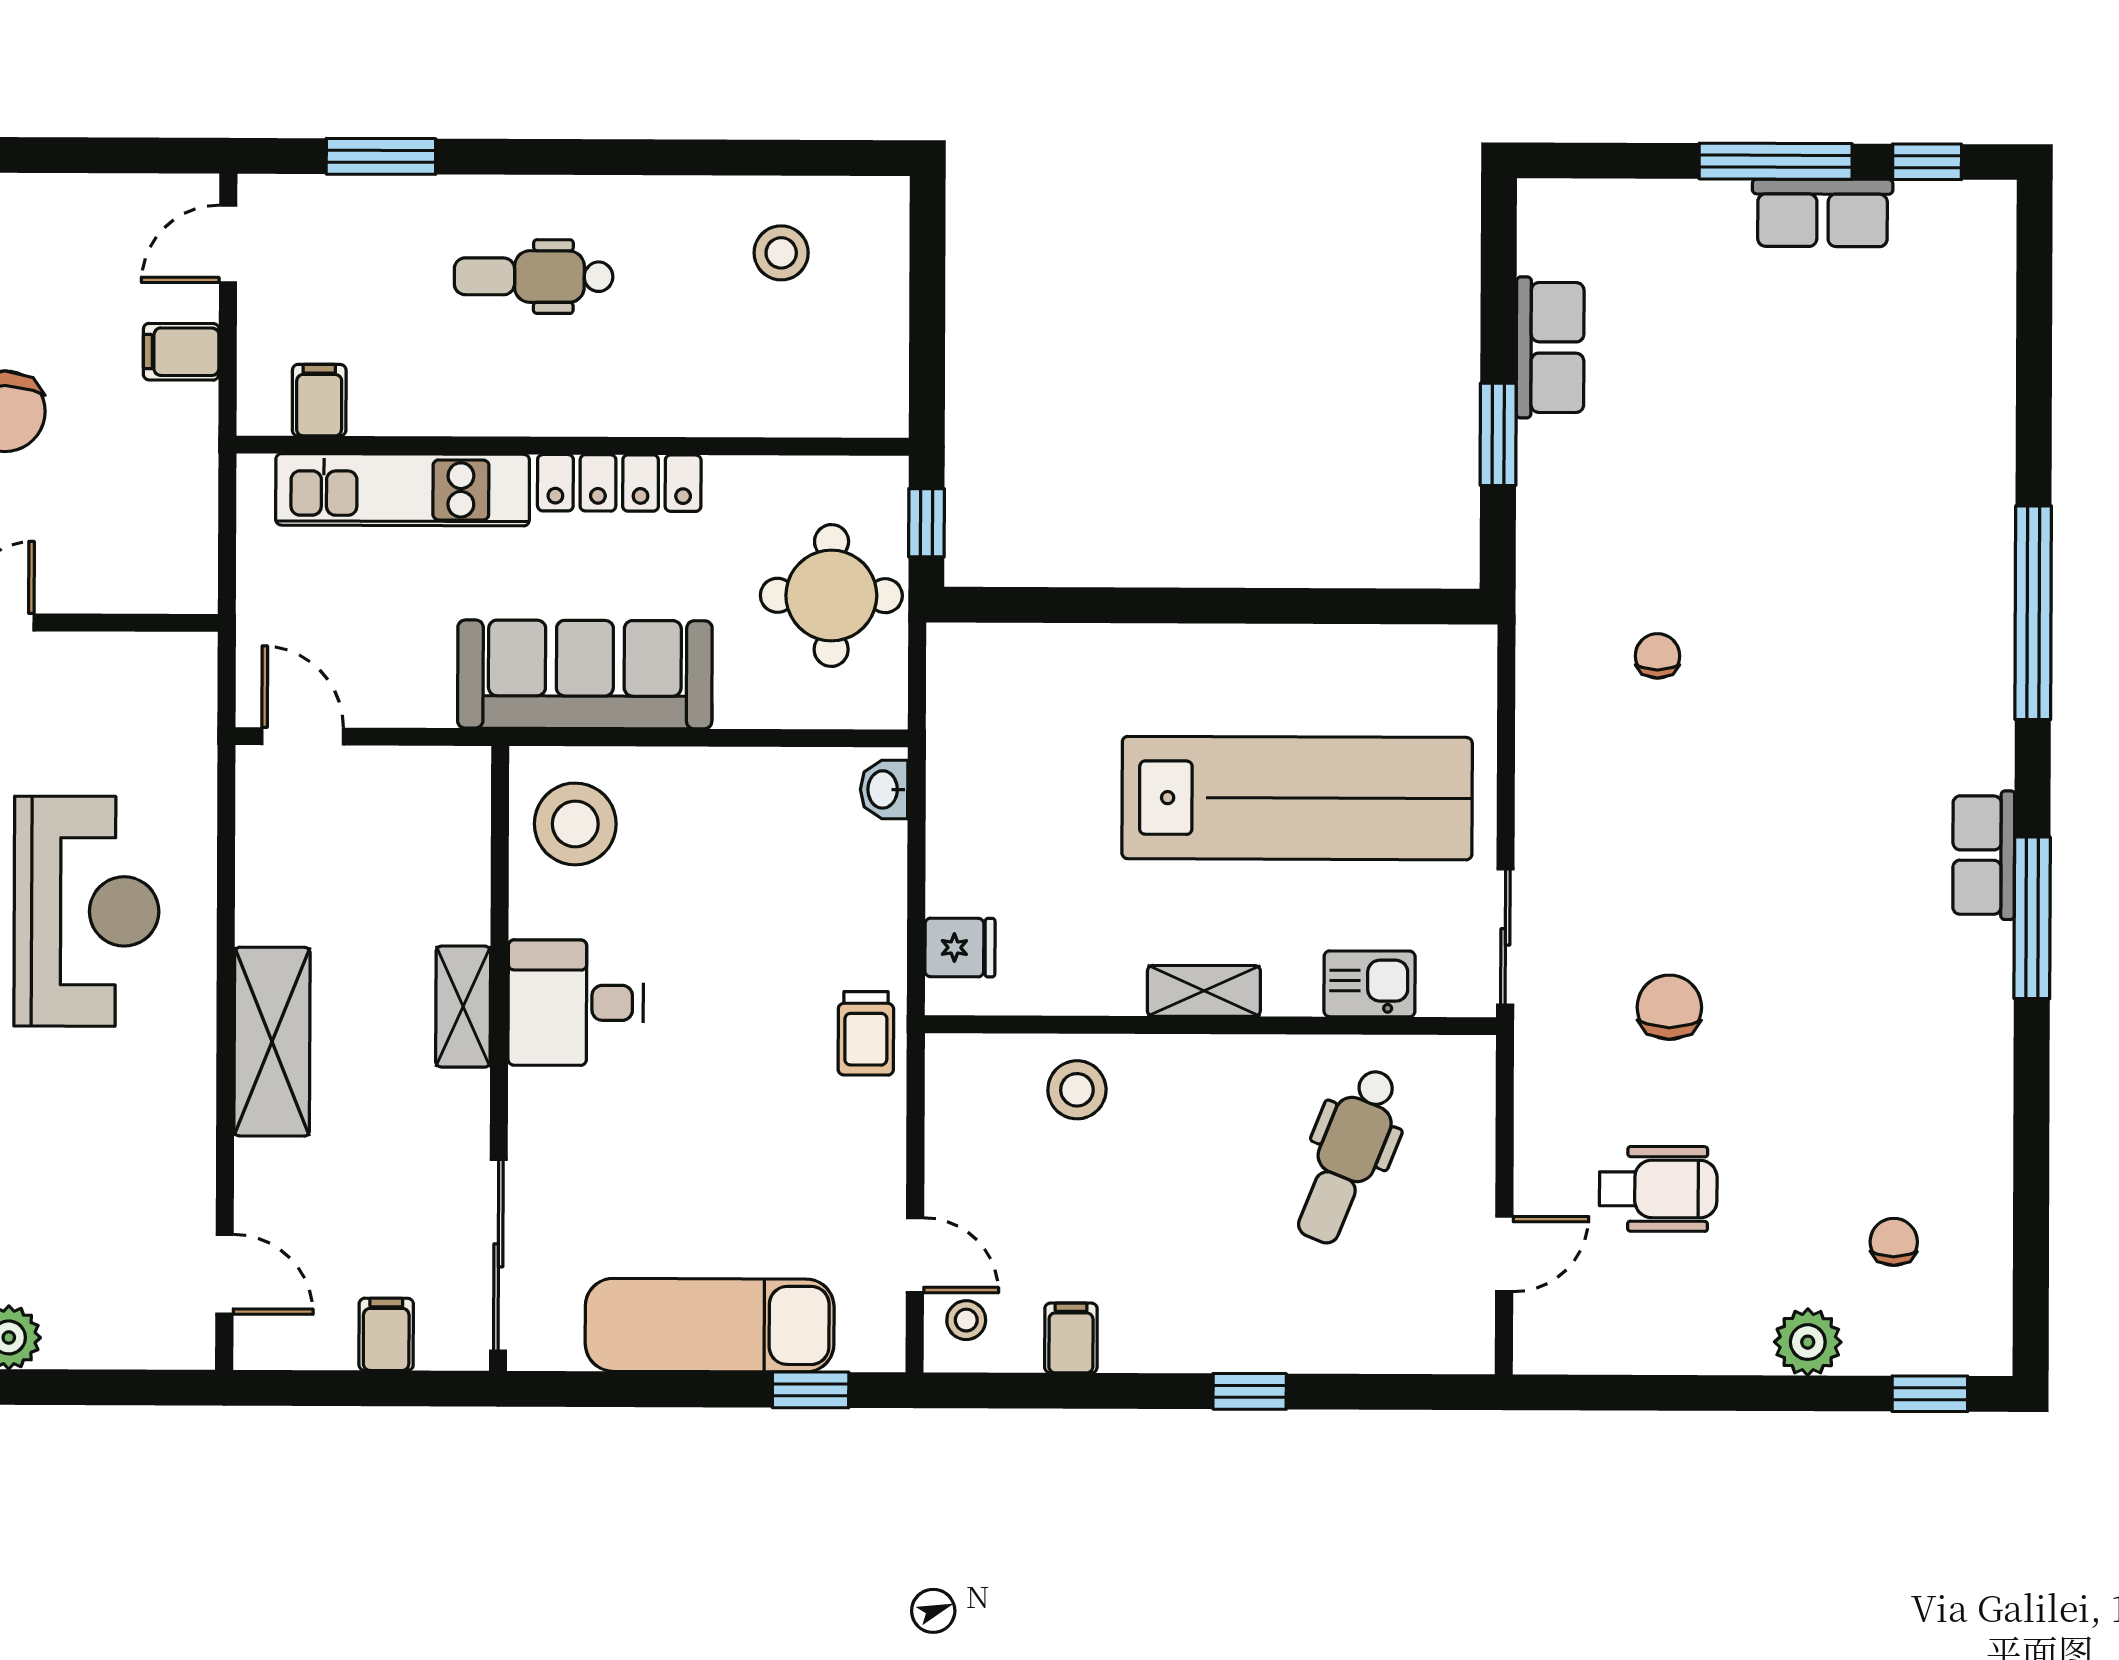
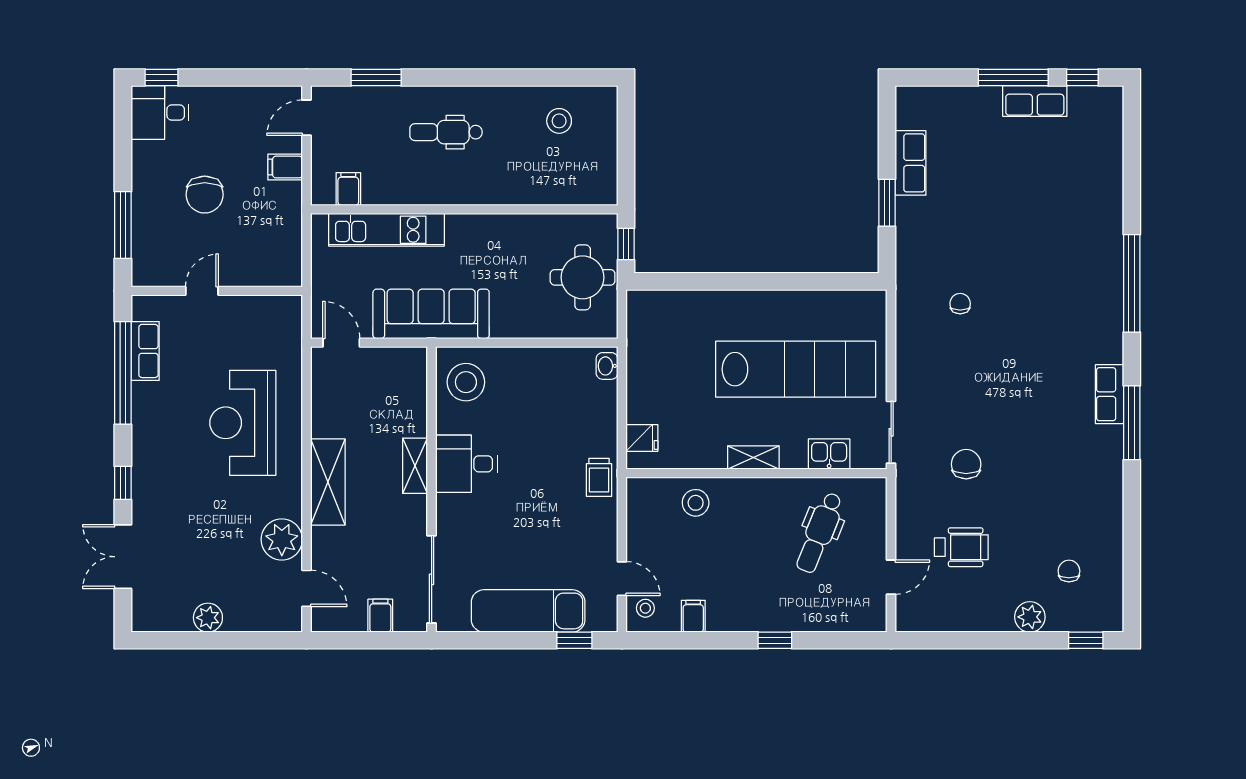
locker: (619, 483) -> (486, 226), removed
sofa: (585, 674) -> (431, 314), moved
reception desk: (87, 911) -> (243, 423), turned 180
plant: (171, 1167) -> (282, 539), added

